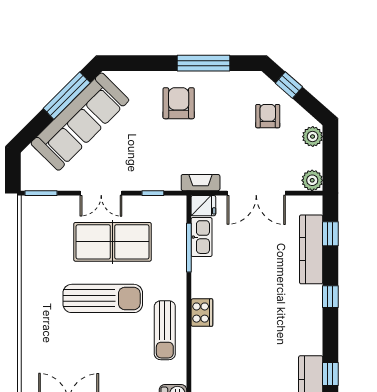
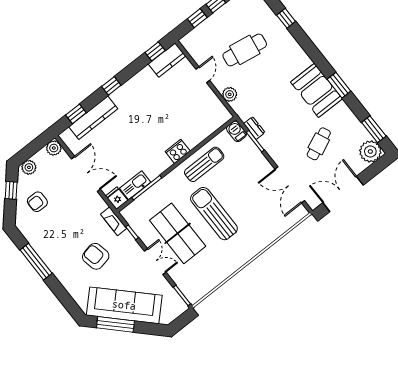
window: (289, 85) -> (11, 190), moved
armchair: (179, 103) -> (96, 256), moved, turned 78
fireplace: (201, 183) -> (114, 221), moved

